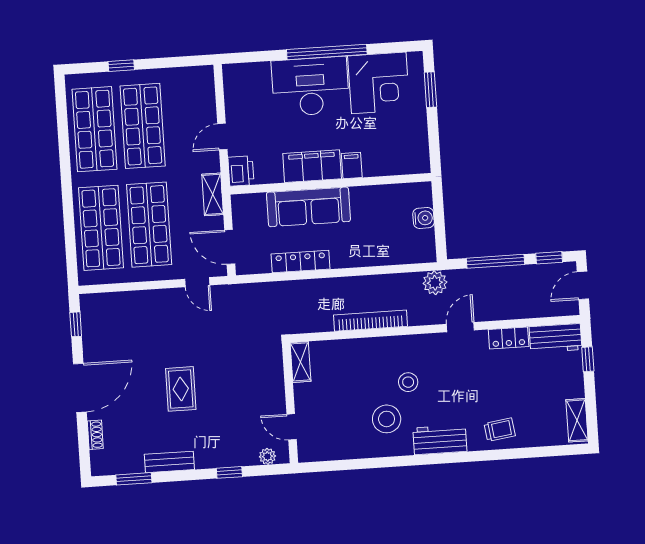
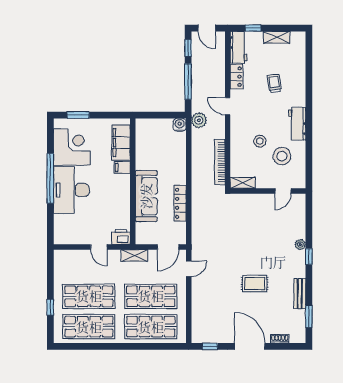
filing cabinet: (312, 166) -> (121, 143), moved
water cooler: (423, 218) -> (180, 125), moved
shelving: (300, 362) -> (243, 183), moved
wall: (290, 403) -> (268, 191), moved
shelving: (577, 420) -> (277, 37), moved
door: (292, 427) -> (283, 191), moved
trolley: (500, 430) -> (274, 83), moved
plant: (267, 456) -> (300, 245), moved

